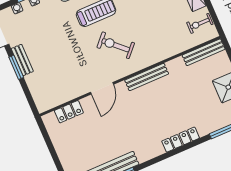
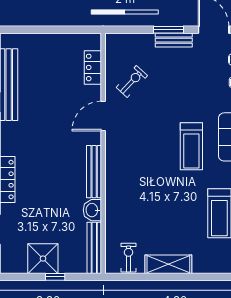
exercise bike: (116, 45) -> (132, 82), moved, width x0.73, depth x0.72
washbasin: (176, 66) -> (92, 210), added
door: (102, 88) -> (103, 116), hinge flipped

